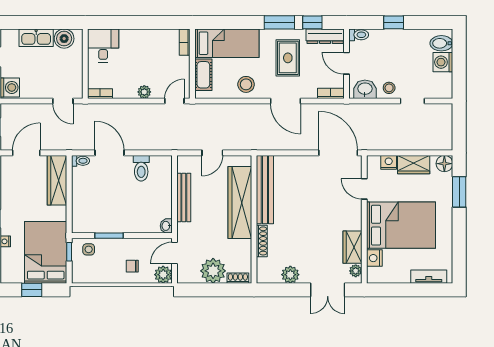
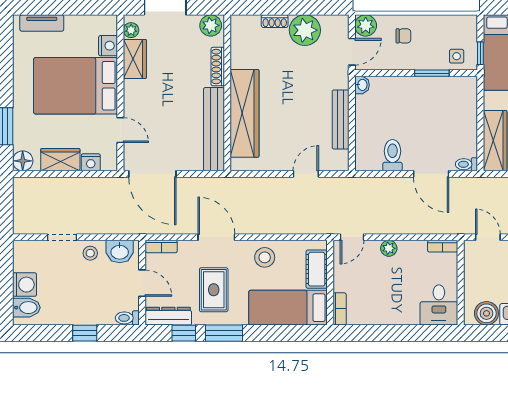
bench: (265, 190) -> (214, 129), moved
wardrobe: (240, 203) -> (245, 113), moved
wall: (254, 219) -> (227, 93), moved
shoe rack: (262, 241) -> (218, 67), moved

